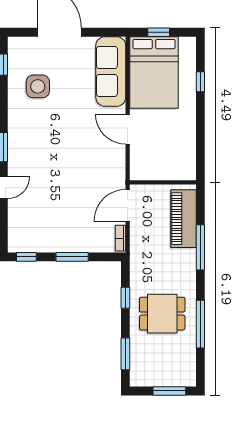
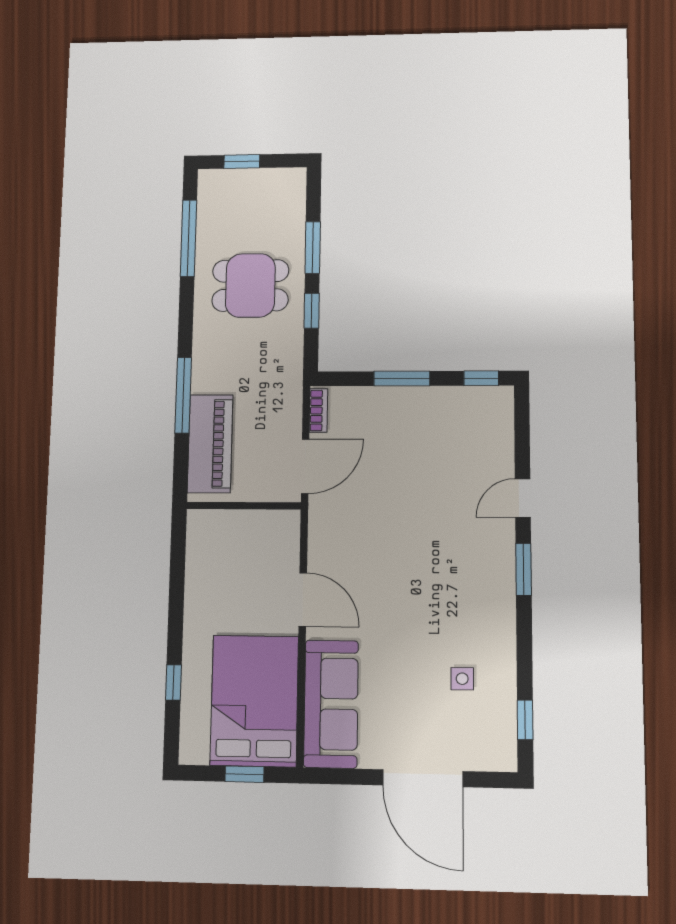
side table: (38, 86) -> (462, 679), width x0.54, depth x0.54
window: (200, 324) -> (188, 238), moved
window: (125, 354) -> (313, 248), moved
window: (169, 391) -> (242, 161), width x0.67

